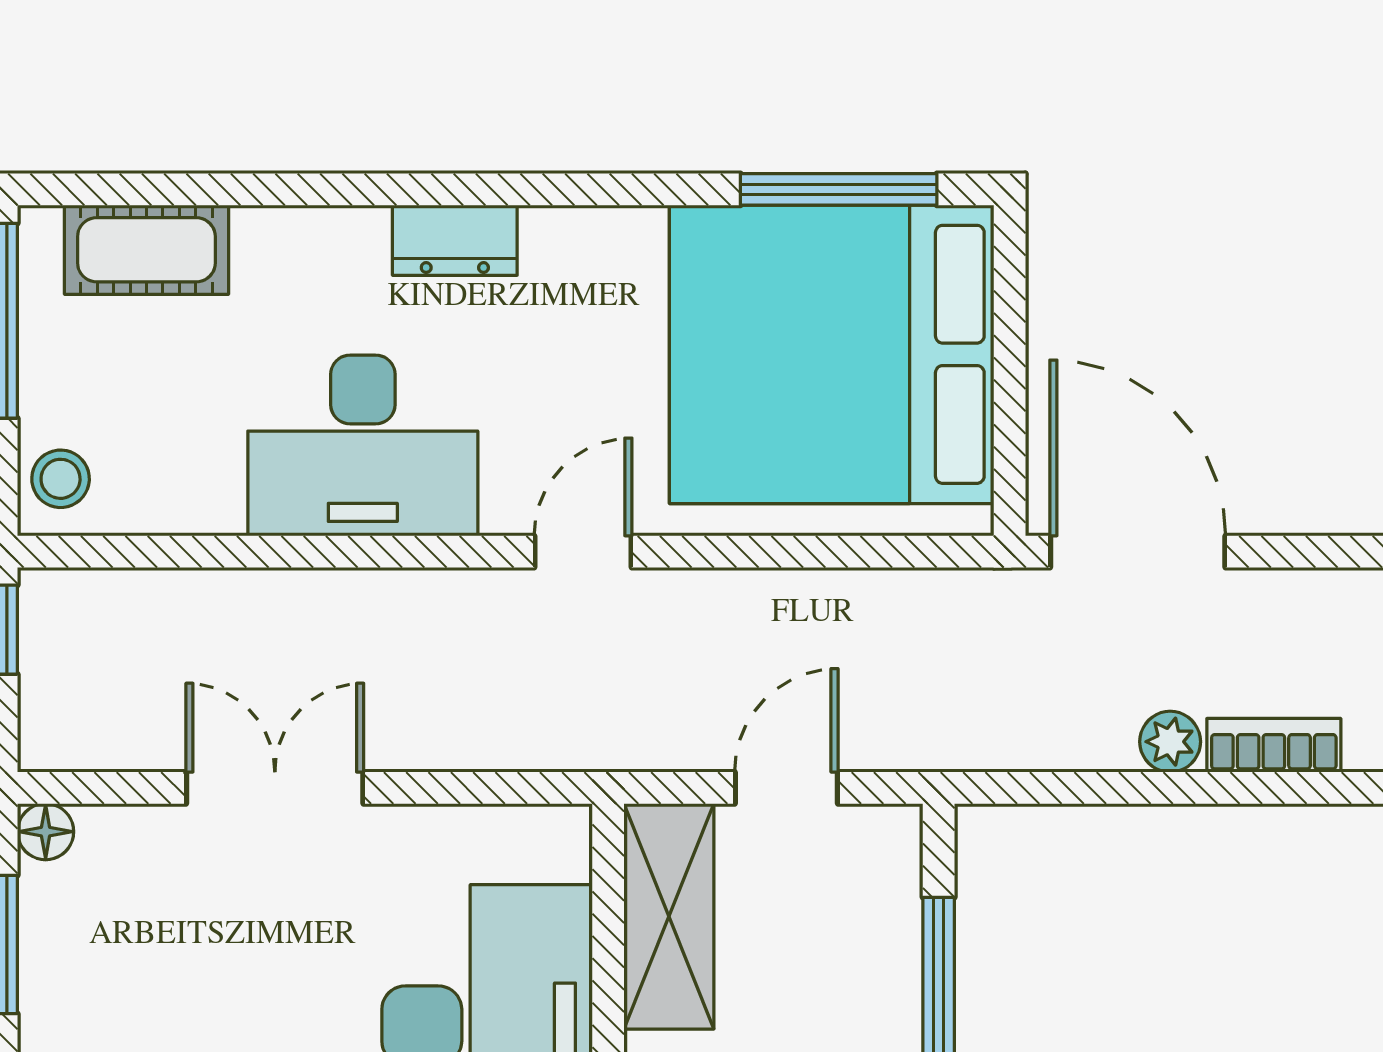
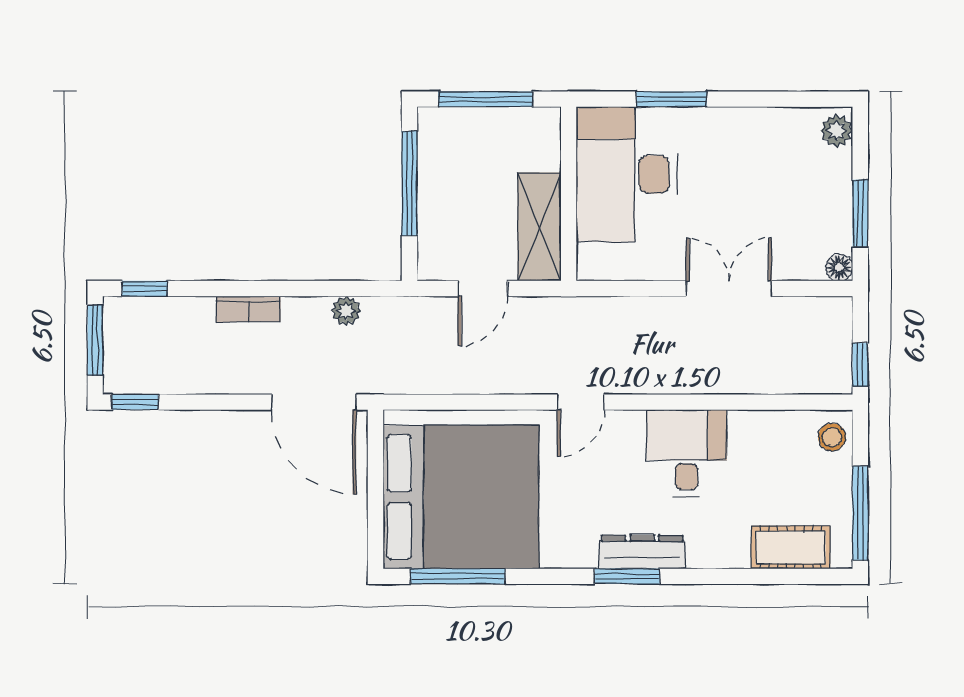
window: (486, 189) -> (627, 576), added
dresser: (455, 240) -> (642, 552), width x1.44
desk: (363, 445) -> (687, 453), width x0.73
plant: (1170, 742) -> (346, 311), moved
double door: (275, 788) -> (729, 289), swing flipped

